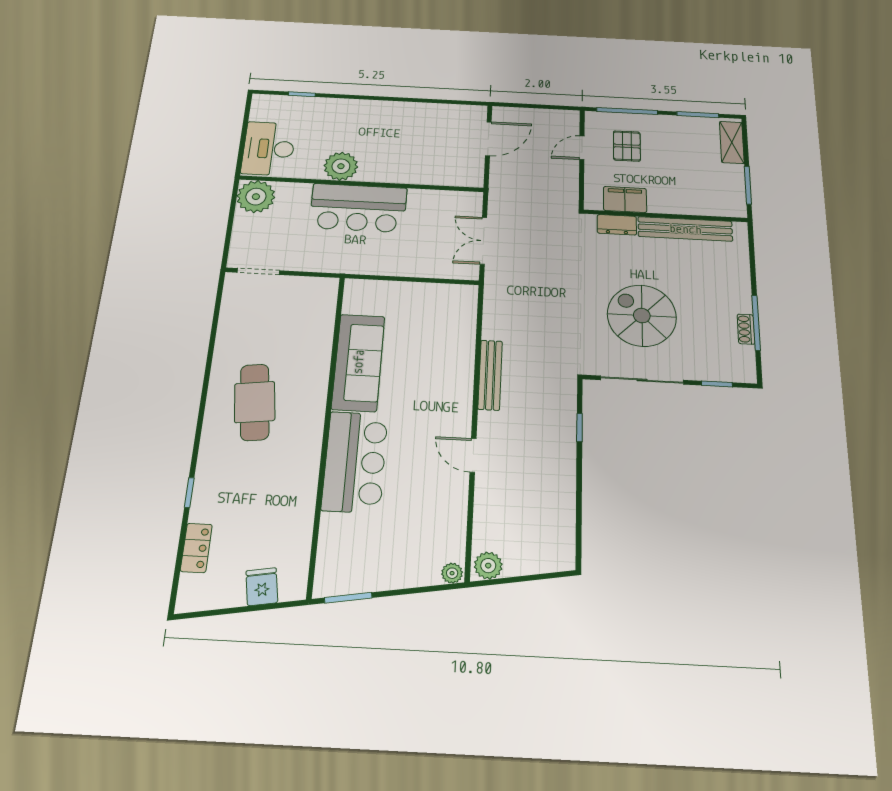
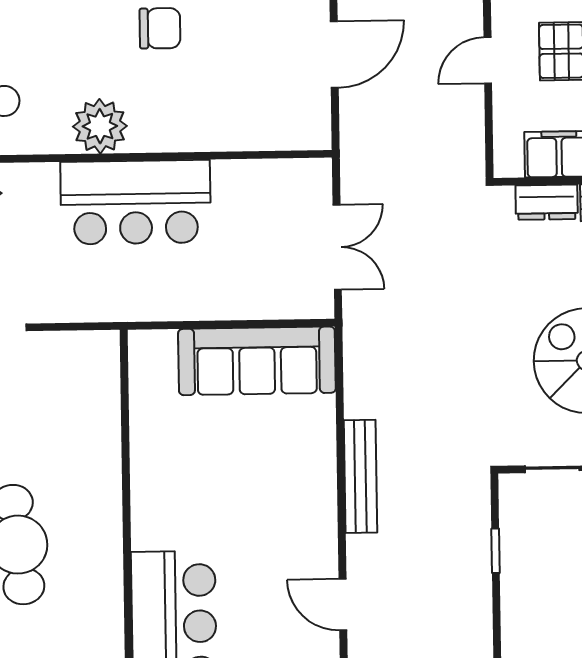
chair: (384, 119) -> (160, 28), added
double door: (483, 241) -> (337, 247), swing flipped
sofa: (358, 362) -> (257, 361), moved, turned 90

